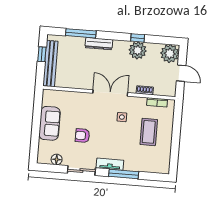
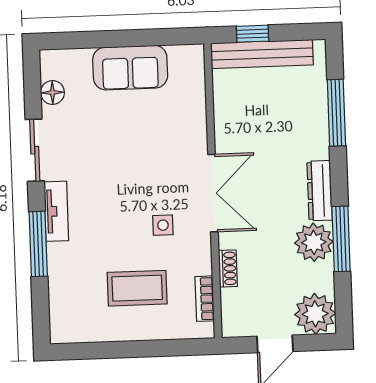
window: (138, 38) -> (341, 239), width x2.17
dresser: (99, 44) -> (320, 191), moved
window: (42, 54) -> (252, 34), moved
armchair: (82, 136) -> (112, 143), removed

